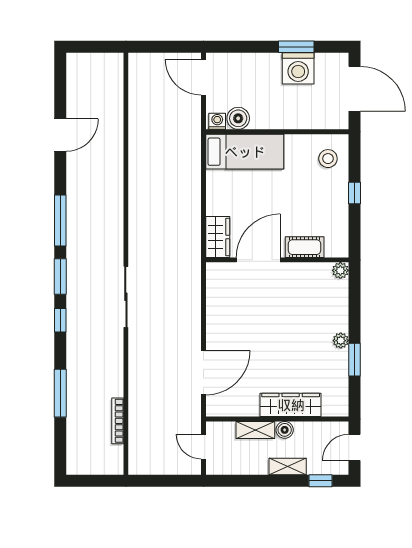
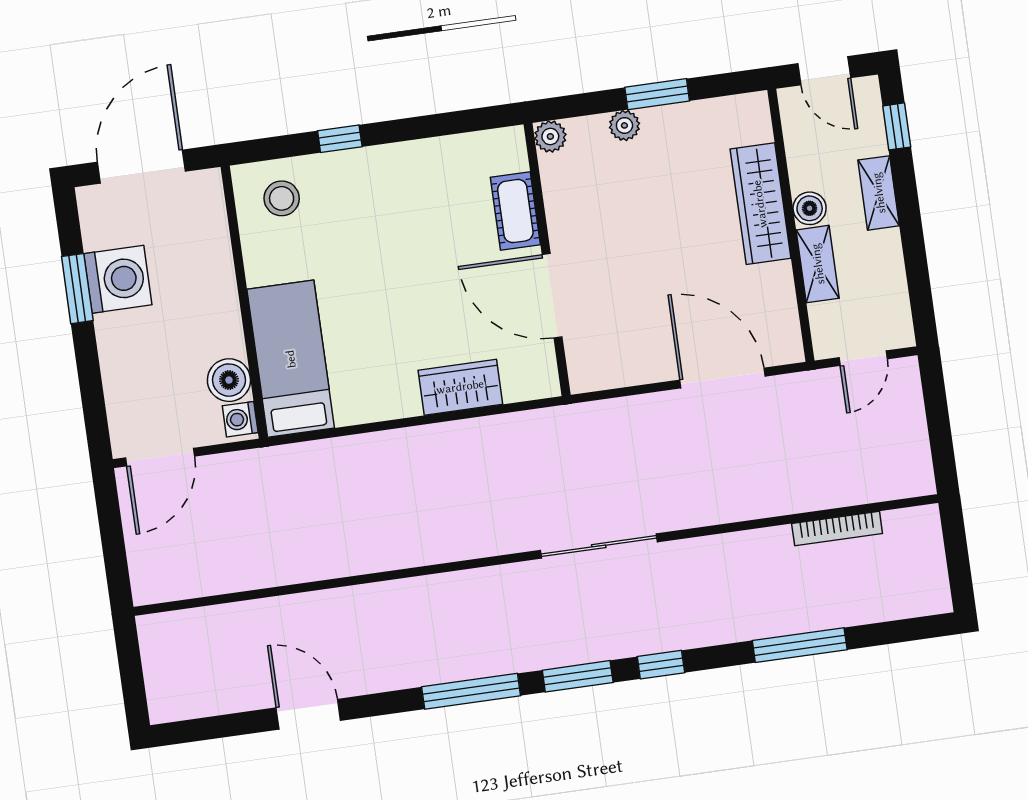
cot: (305, 247) -> (515, 211), moved
door: (258, 260) -> (552, 296), moved
wall: (277, 260) -> (547, 260), moved
plant: (340, 270) -> (550, 136), moved

